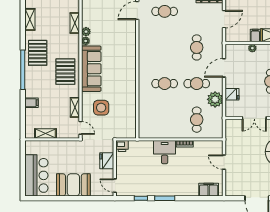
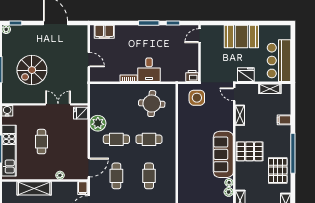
filing cabinet: (255, 36) -> (83, 188), moved
door: (224, 68) -> (89, 167), moved
pallet: (65, 72) -> (250, 151), turned 90
fridge: (232, 94) -> (81, 113), moved
side table: (101, 108) -> (197, 98), moved
round table: (162, 119) -> (152, 104), added
cafe table: (197, 120) -> (149, 176), moved
fridge: (107, 161) -> (246, 75), moved, turned -90
bar counter: (36, 175) -> (279, 61), moved
door: (115, 186) -> (199, 36), swing flipped

